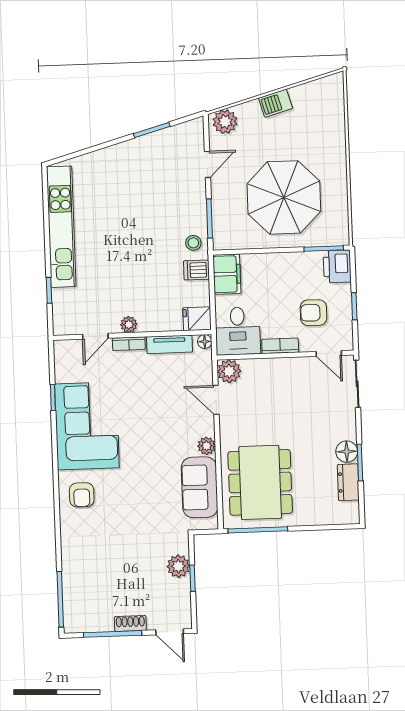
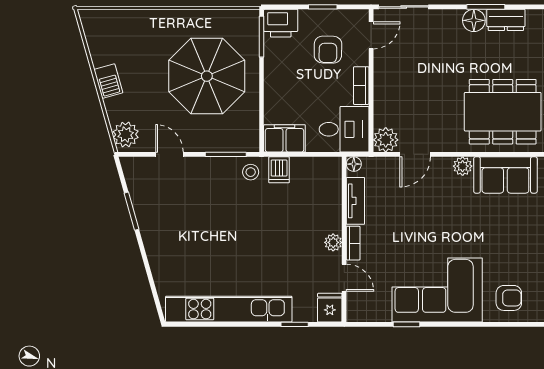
fridge: (197, 319) -> (330, 308), moved, turned 180

